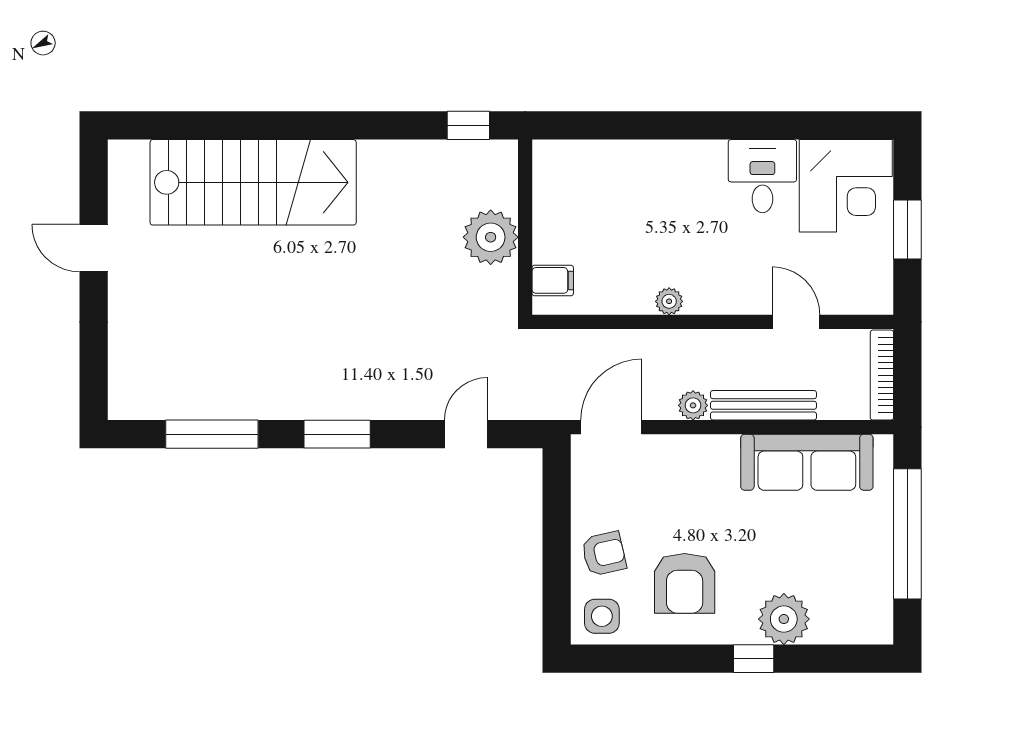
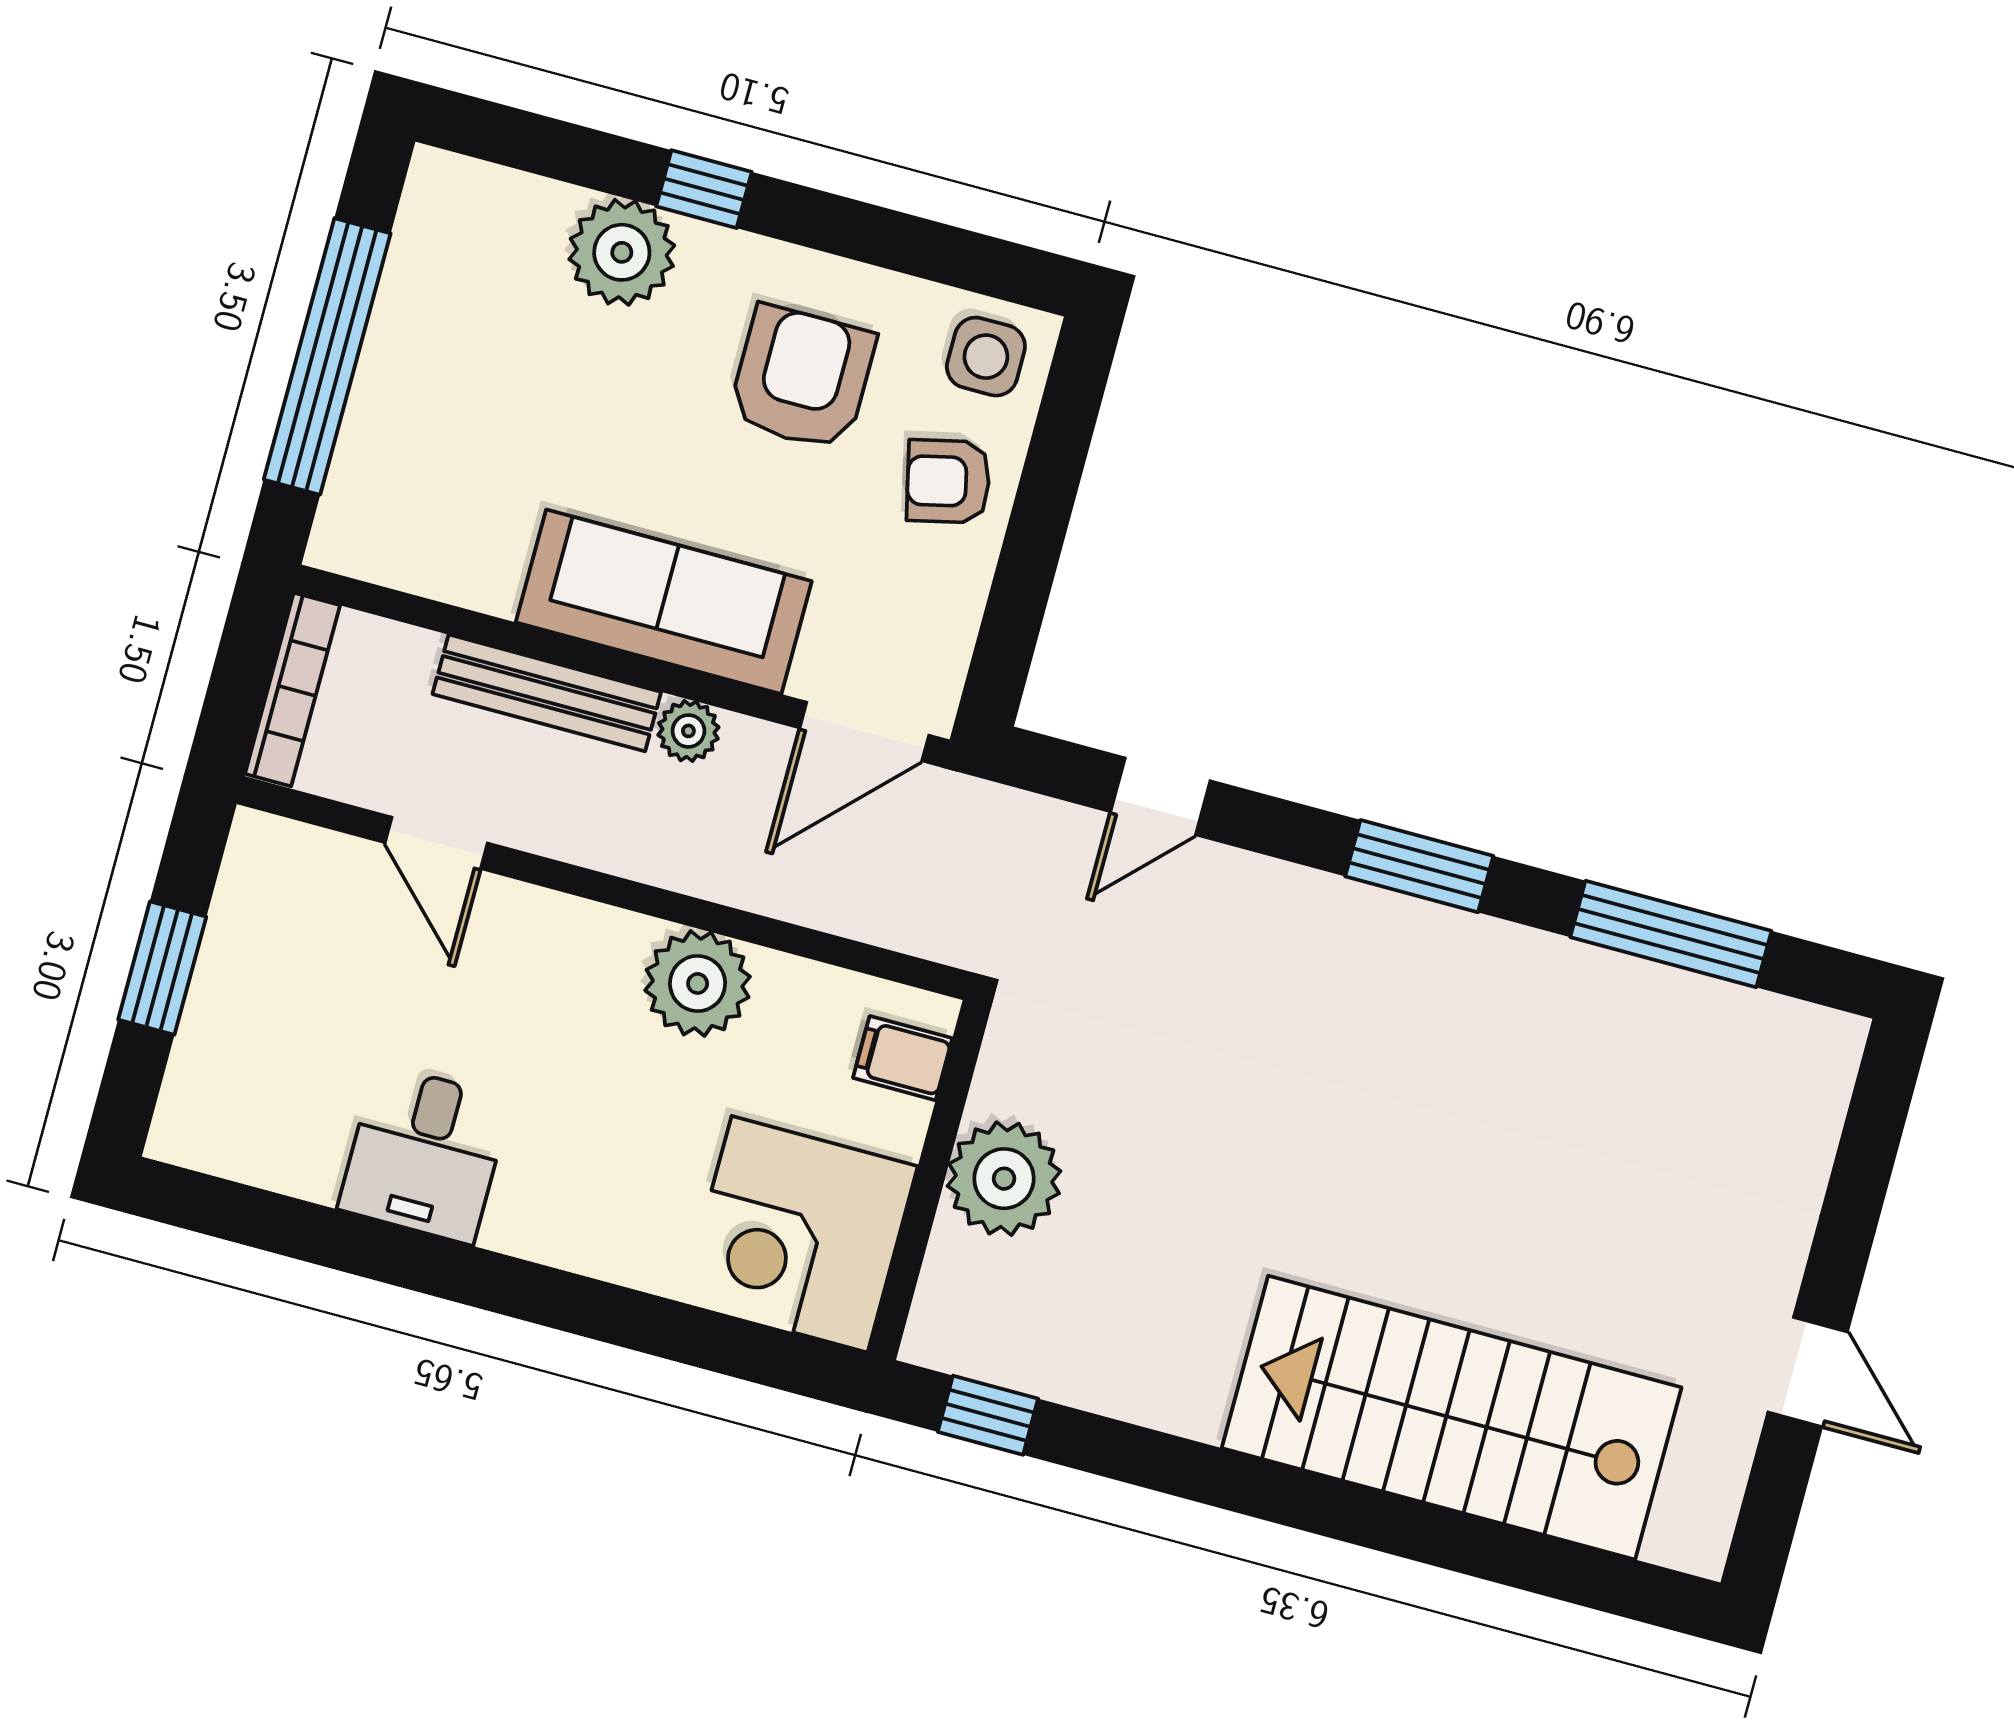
corner desk: (846, 186) -> (800, 1234), moved, turned -90
plant: (669, 301) -> (698, 983), width x1.88, depth x1.88
sofa: (807, 462) -> (664, 602), moved

